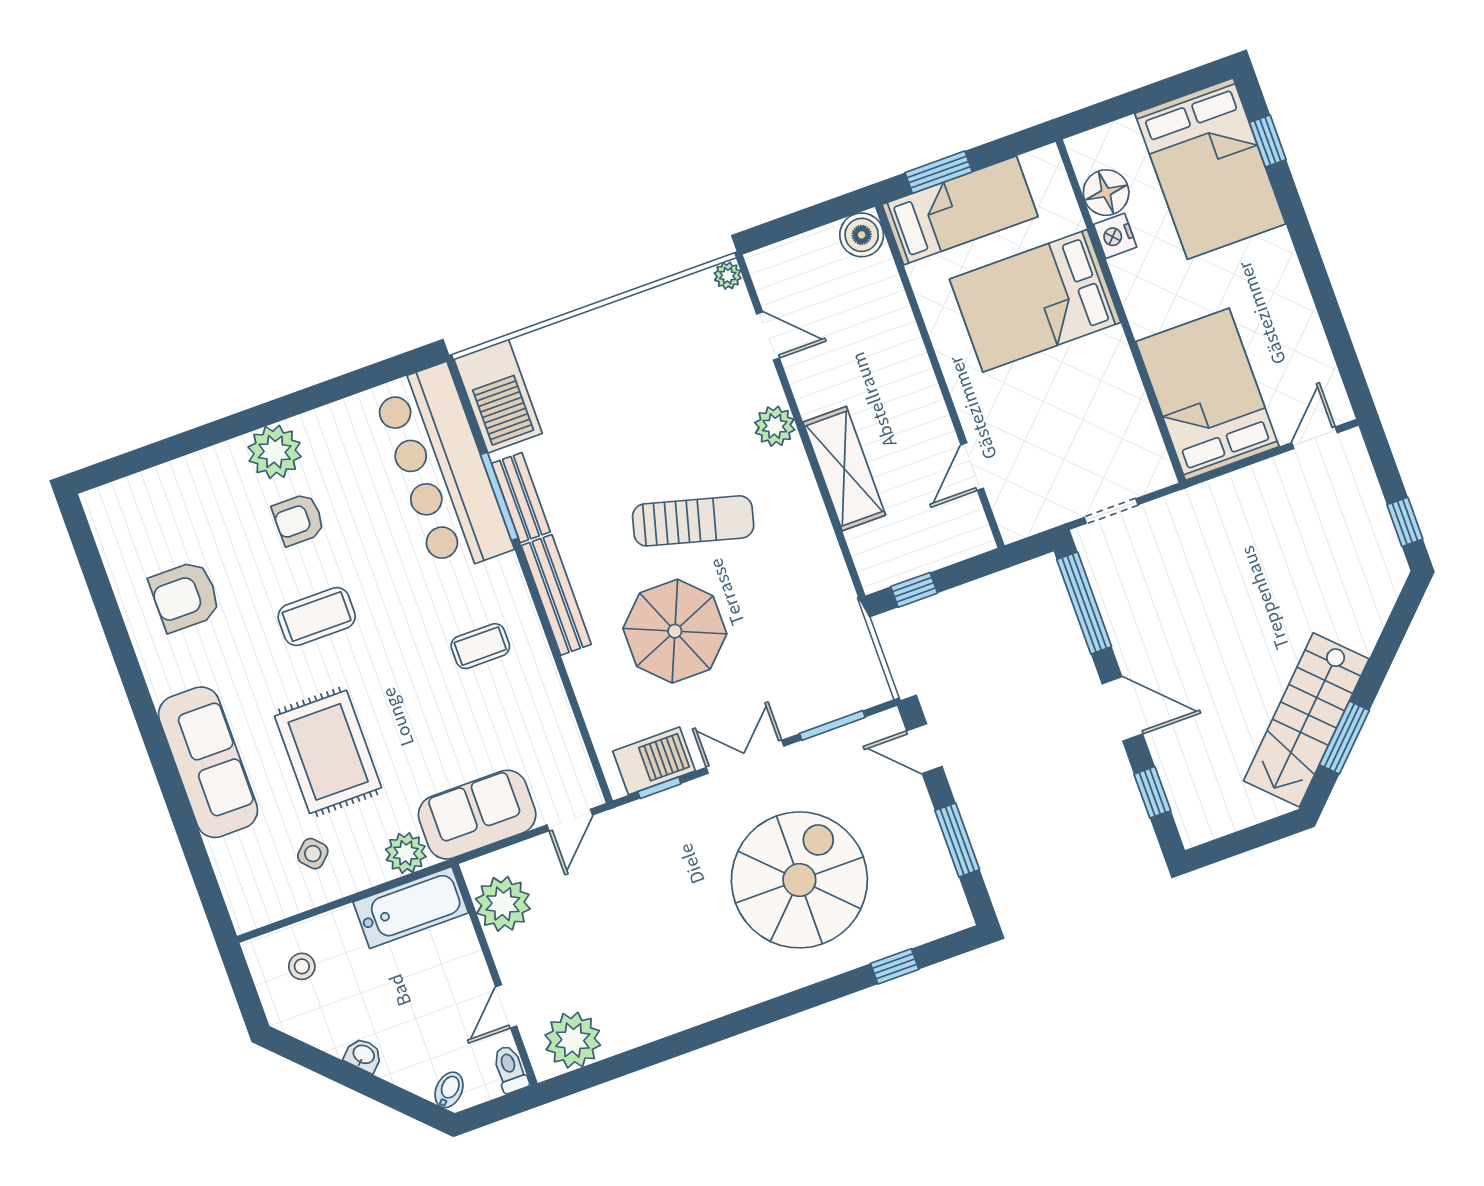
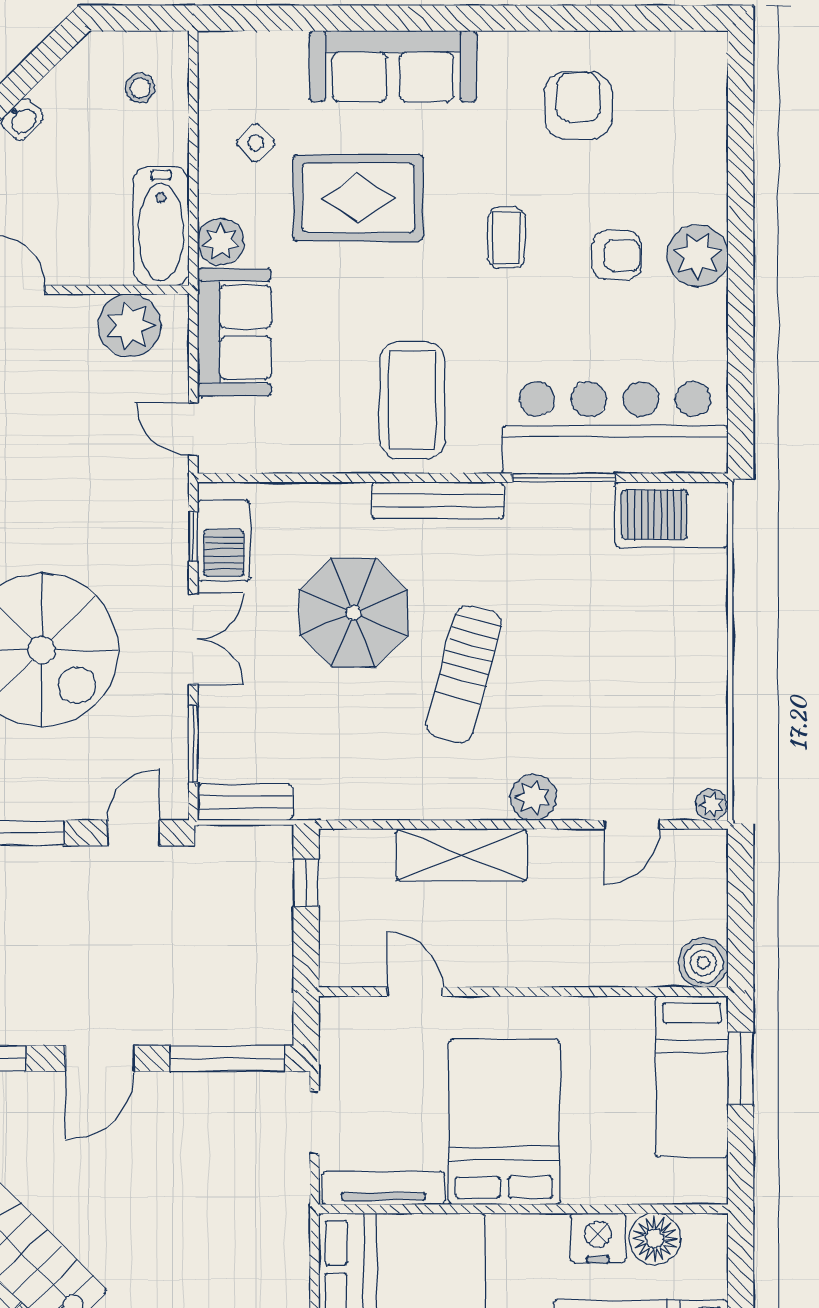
nightstand: (1115, 236) -> (598, 1238), width x1.36, depth x1.33
bed: (1035, 301) -> (504, 1122), moved
tv unit: (1145, 434) -> (383, 1188), added
bench: (521, 498) -> (245, 802), moved
armchair: (298, 520) -> (616, 255), turned 90
coffee table: (317, 617) -> (506, 238), width x0.73, depth x0.77
coffee table: (480, 646) -> (412, 400), width x1.86, depth x1.72

